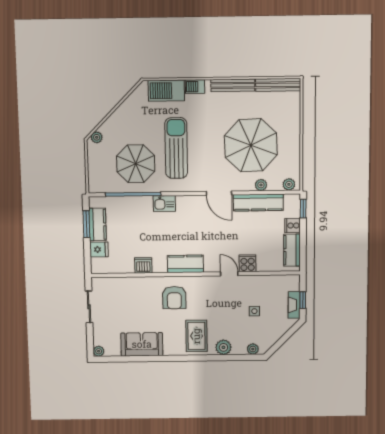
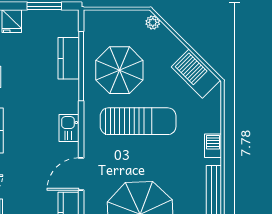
barbecue: (166, 91) -> (196, 74), moved, turned -45
kitchen sink: (164, 204) -> (69, 128), moved
kitchen counter: (97, 224) -> (68, 58), moved, turned 90

